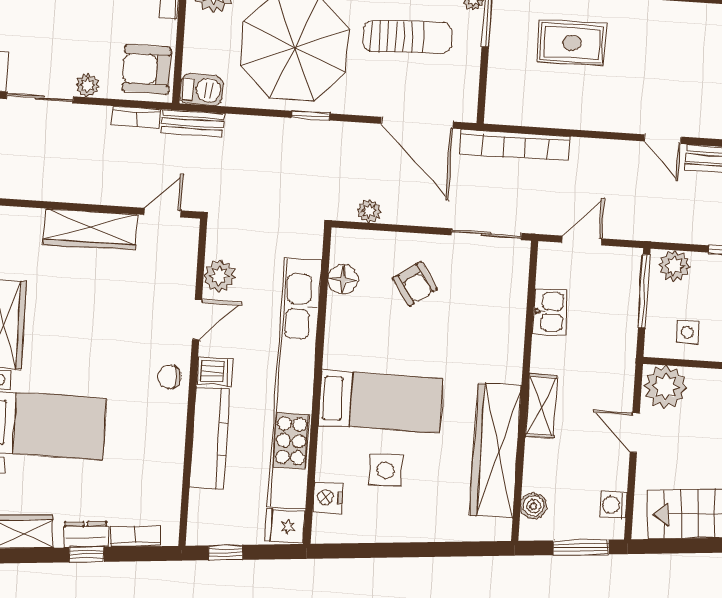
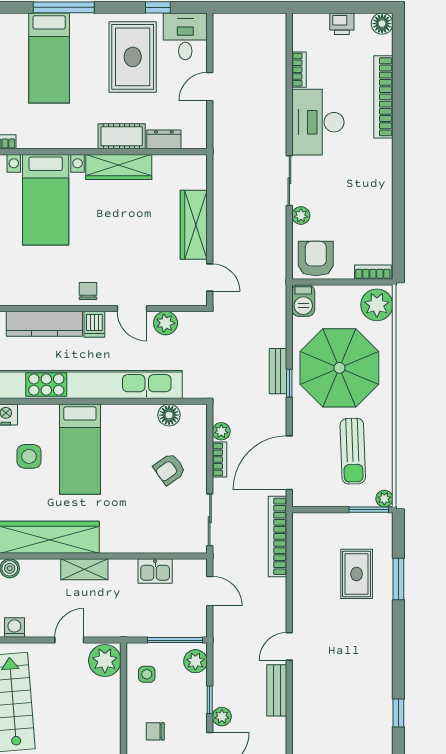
bookcase: (136, 117) -> (219, 460), moved, turned 180
bench: (193, 123) -> (278, 371), moved

